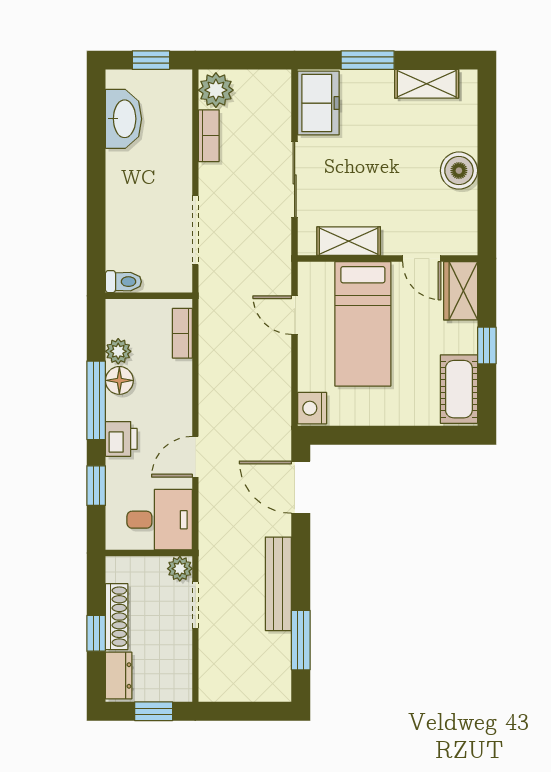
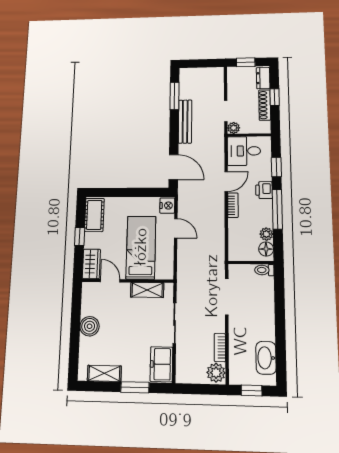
door: (295, 315) -> (176, 228), moved
bookcase: (182, 333) -> (233, 205), moved
floor lamp: (119, 380) -> (266, 249), moved

